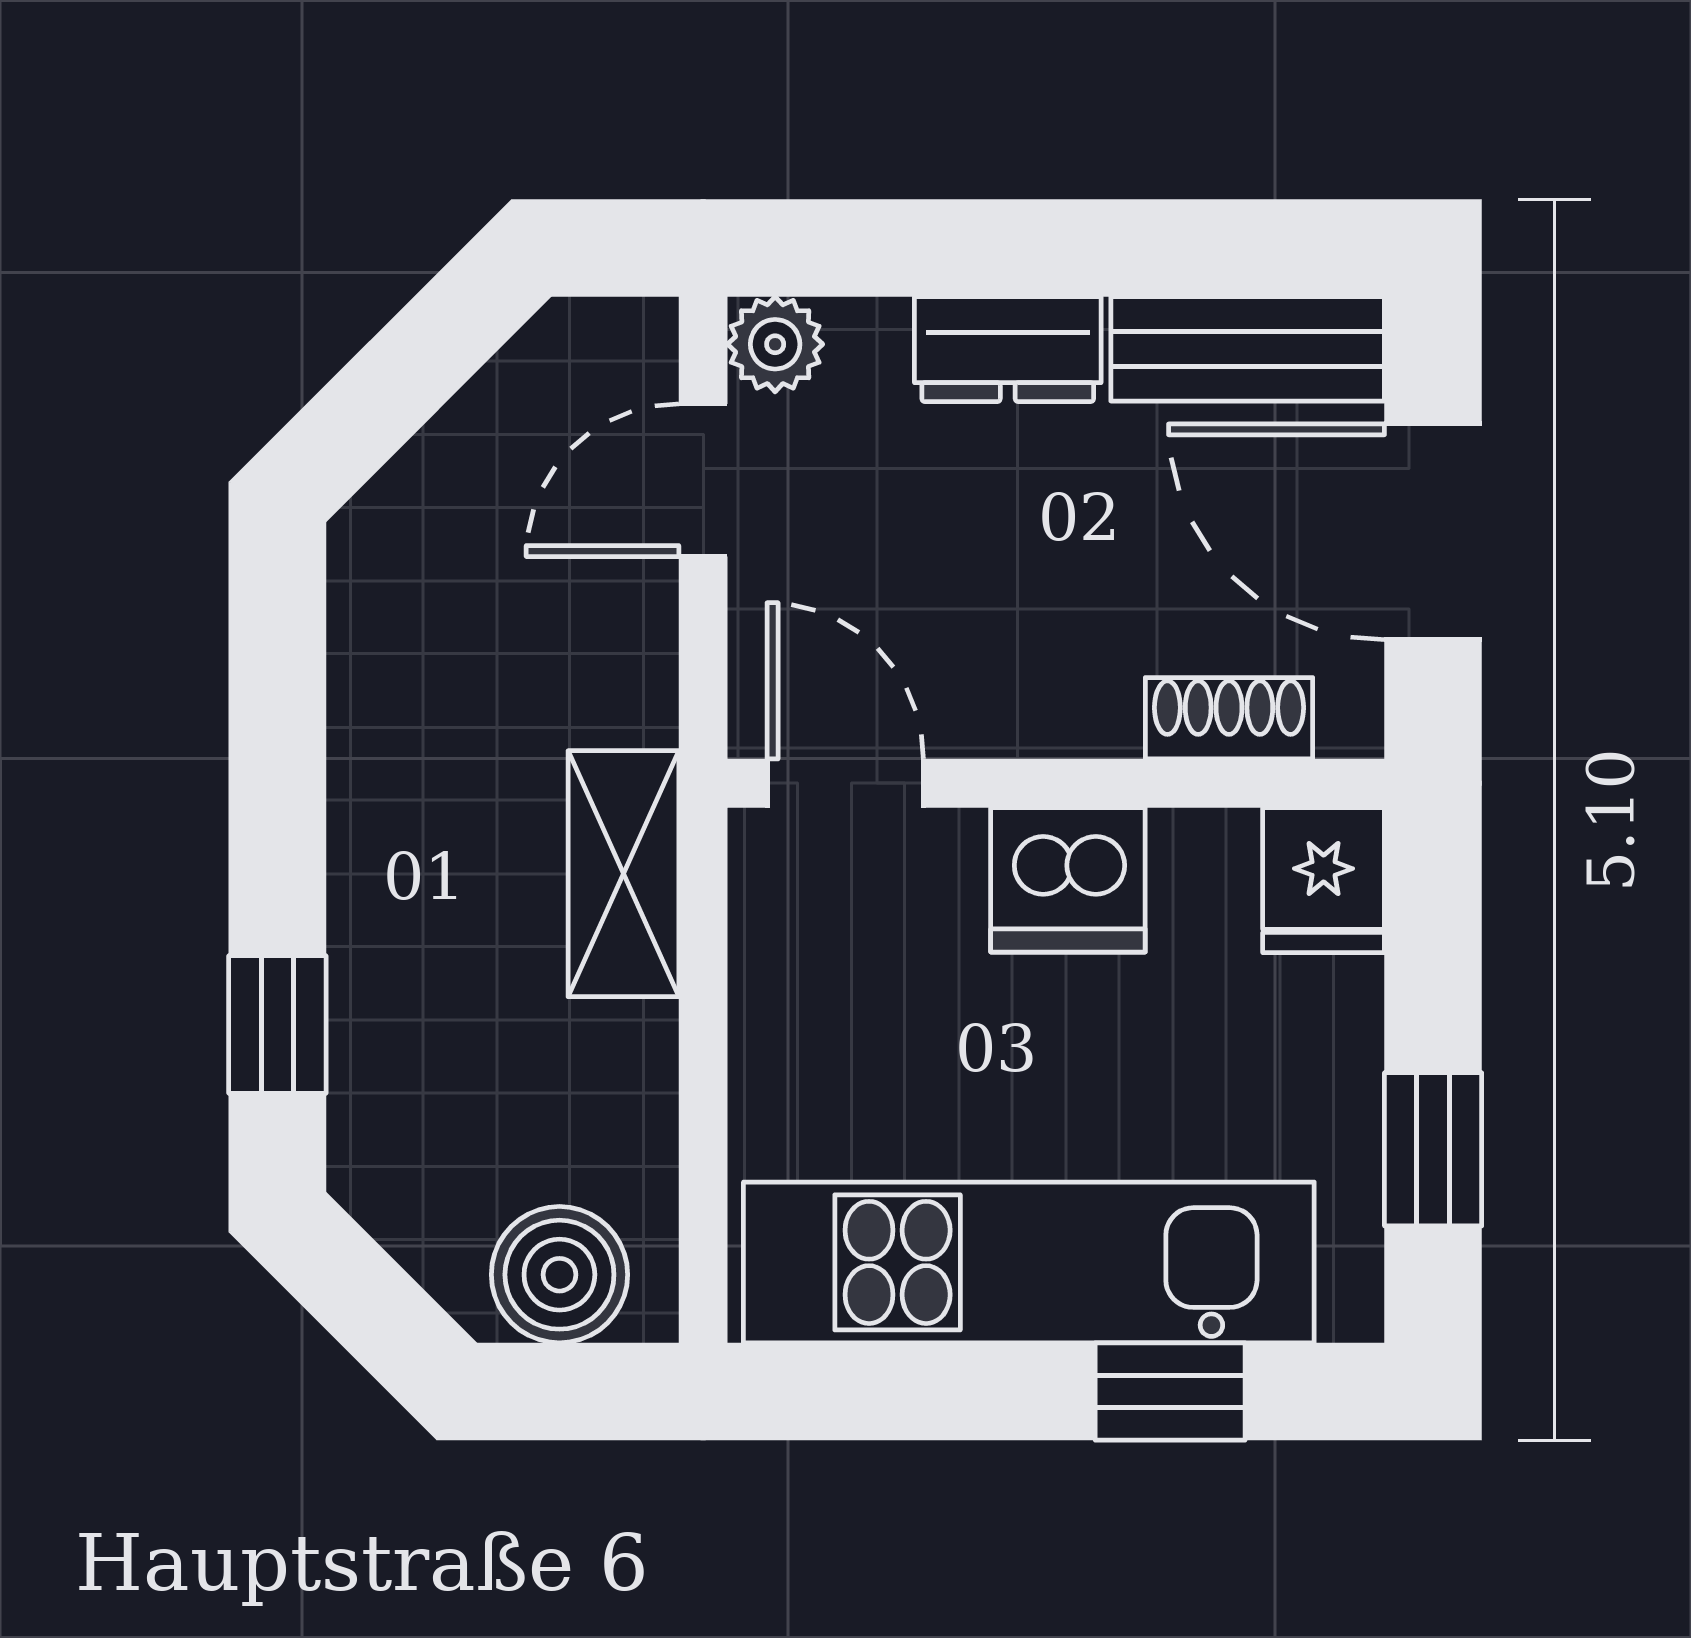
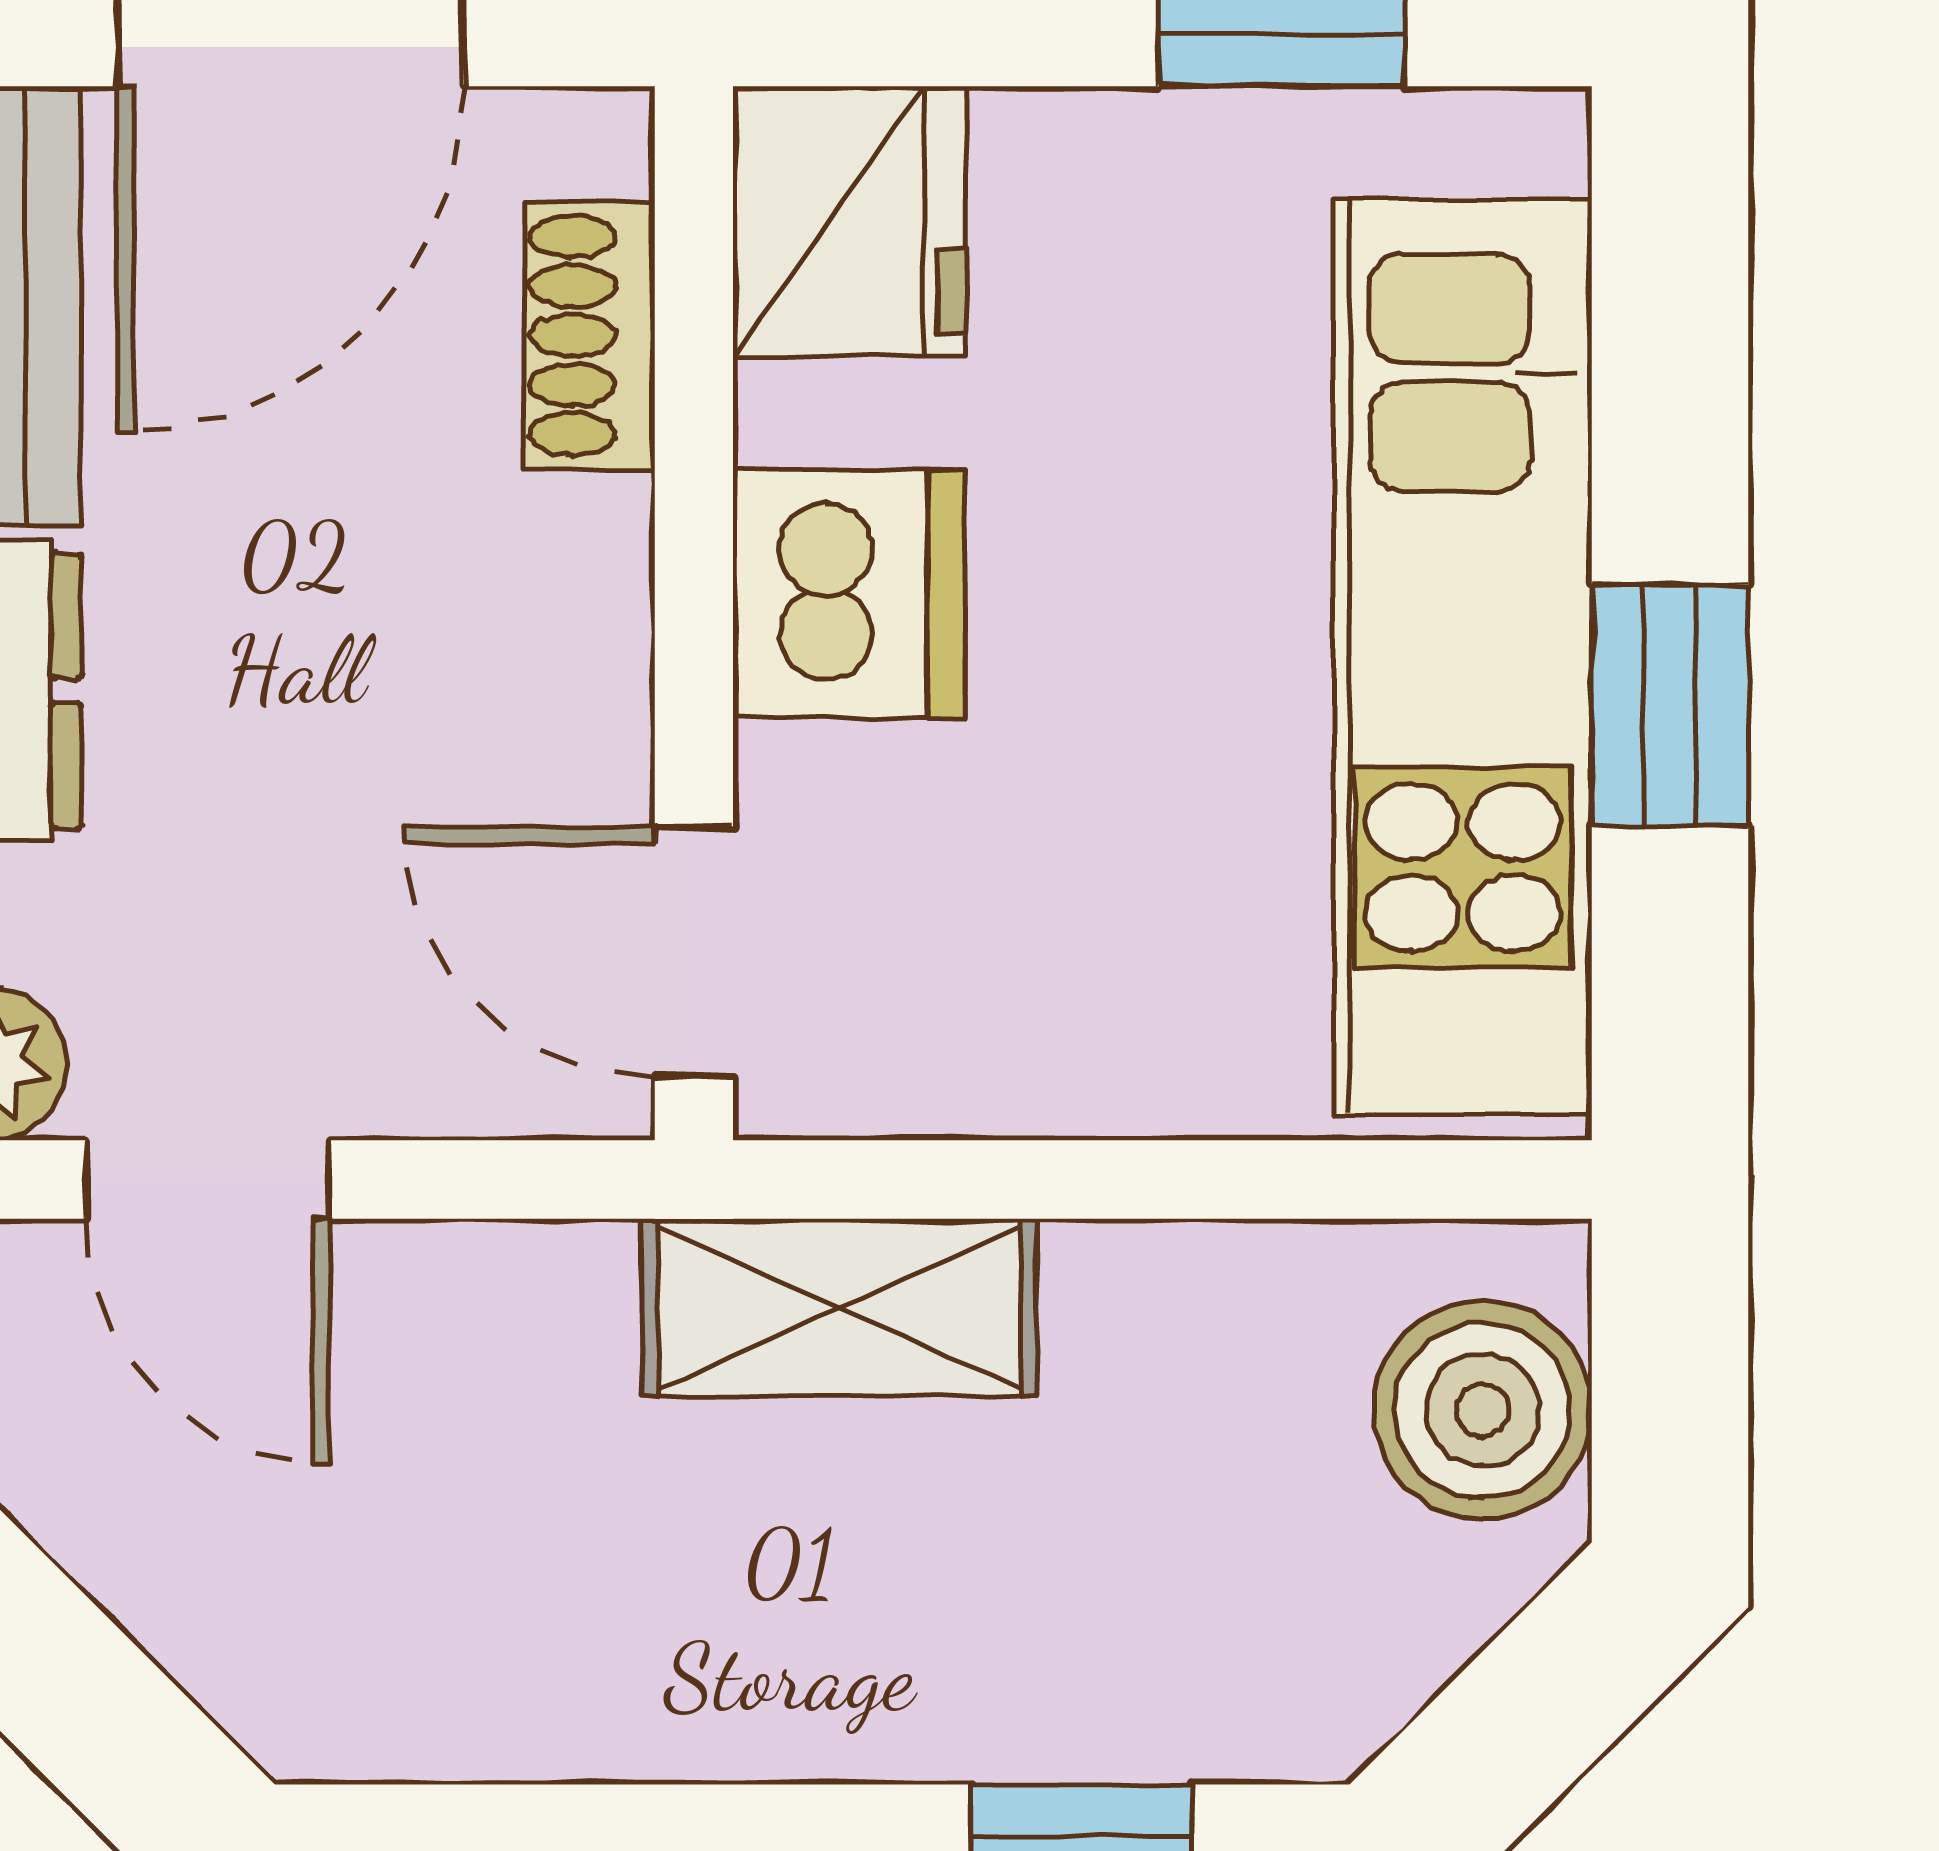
door: (845, 783) -> (694, 952), hinge flipped
fridge: (1324, 880) -> (849, 221), width x1.38
window: (1170, 1391) -> (1670, 705), moved

